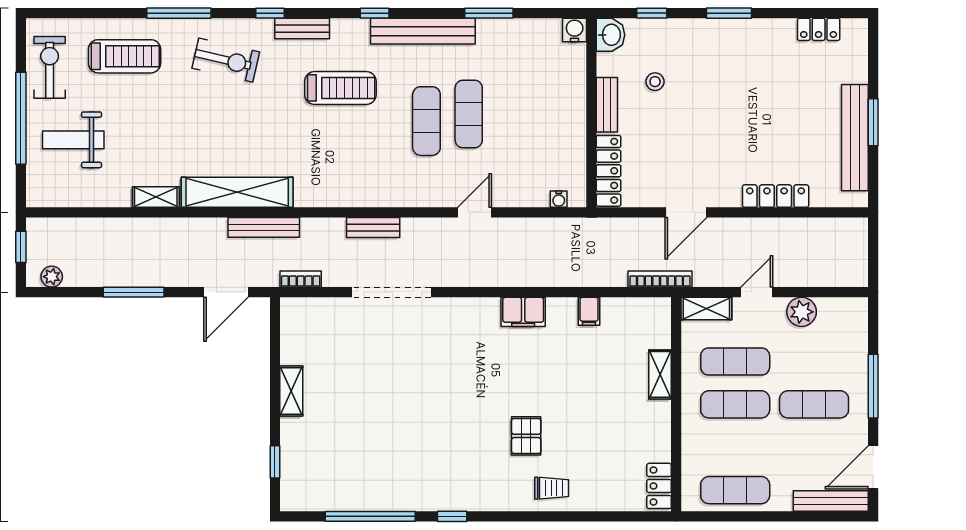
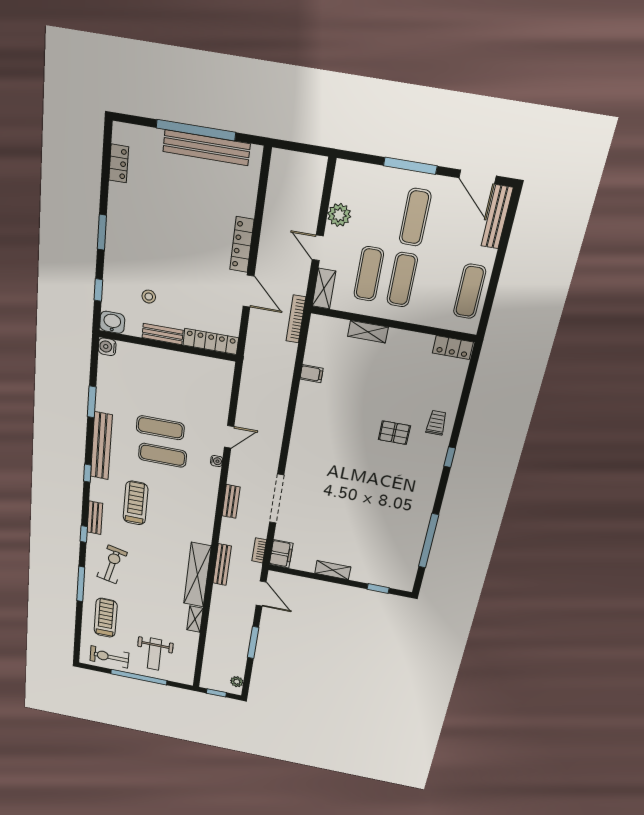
window: (873, 122) -> (196, 130), width x2.11
locker: (776, 196) -> (242, 245), moved
water cooler: (559, 199) -> (217, 461), moved
door: (474, 212) -> (229, 437), swing flipped
filing cabinet: (523, 312) -> (281, 554), moved
window: (452, 516) -> (450, 457), moved

